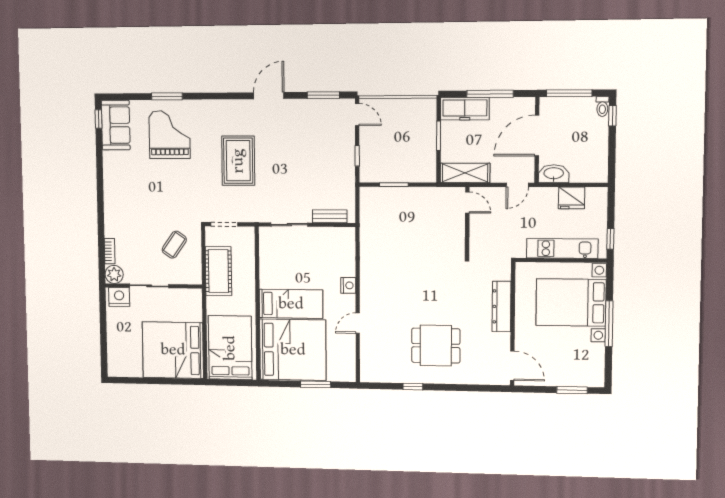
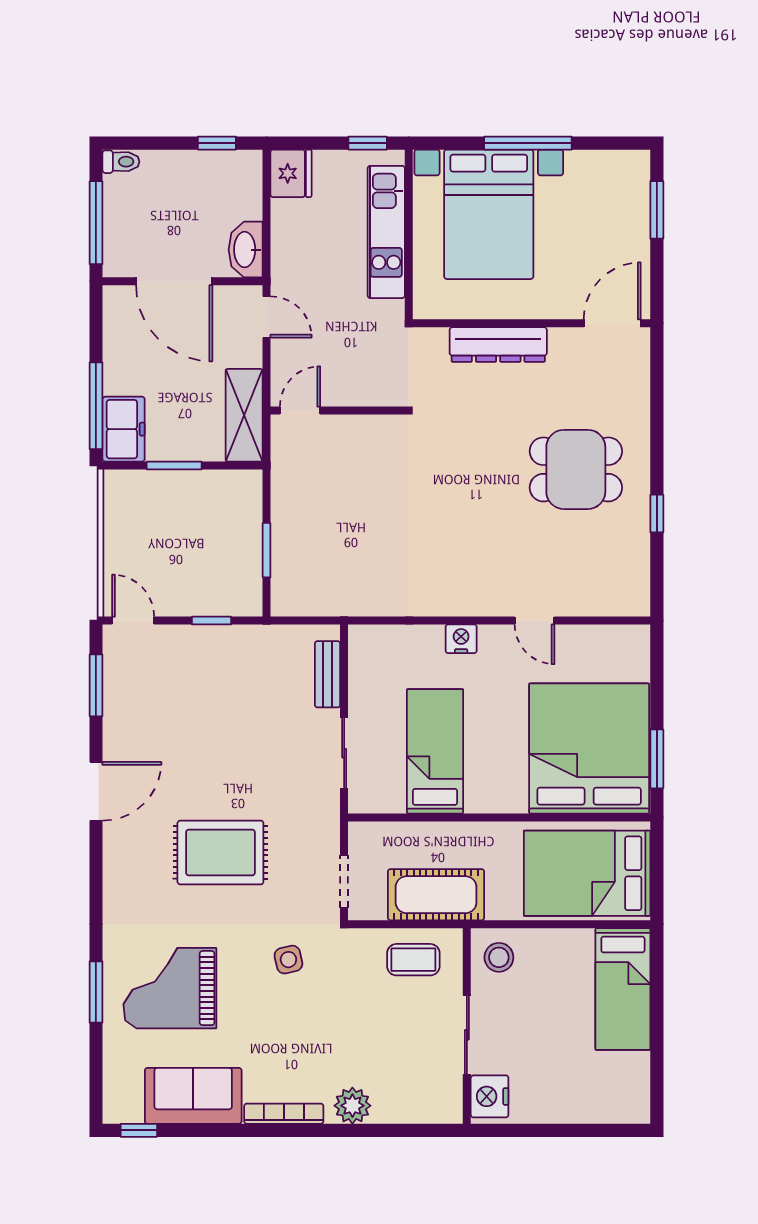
window: (490, 94) -> (96, 406), moved
door: (269, 96) -> (96, 791), swing flipped
freezer: (465, 109) -> (124, 429), width x0.71
door: (357, 115) -> (133, 621), hinge flipped
window: (612, 116) -> (217, 143), moved
sofa: (116, 125) -> (193, 1096), moved
side table: (185, 196) -> (288, 960), added
fridge: (572, 198) -> (291, 173), moved
coffee table: (174, 245) -> (413, 960), moved, turned -35
bookcase: (110, 251) -> (284, 1114), moved, width x1.56
plant: (114, 274) -> (352, 1106), moved
stool: (188, 303) -> (499, 957), added
bed: (291, 304) -> (435, 751), moved
dining table: (436, 346) -> (576, 469), turned 90
bed: (173, 350) -> (623, 989), width x0.49
window: (316, 384) -> (657, 759), moved

